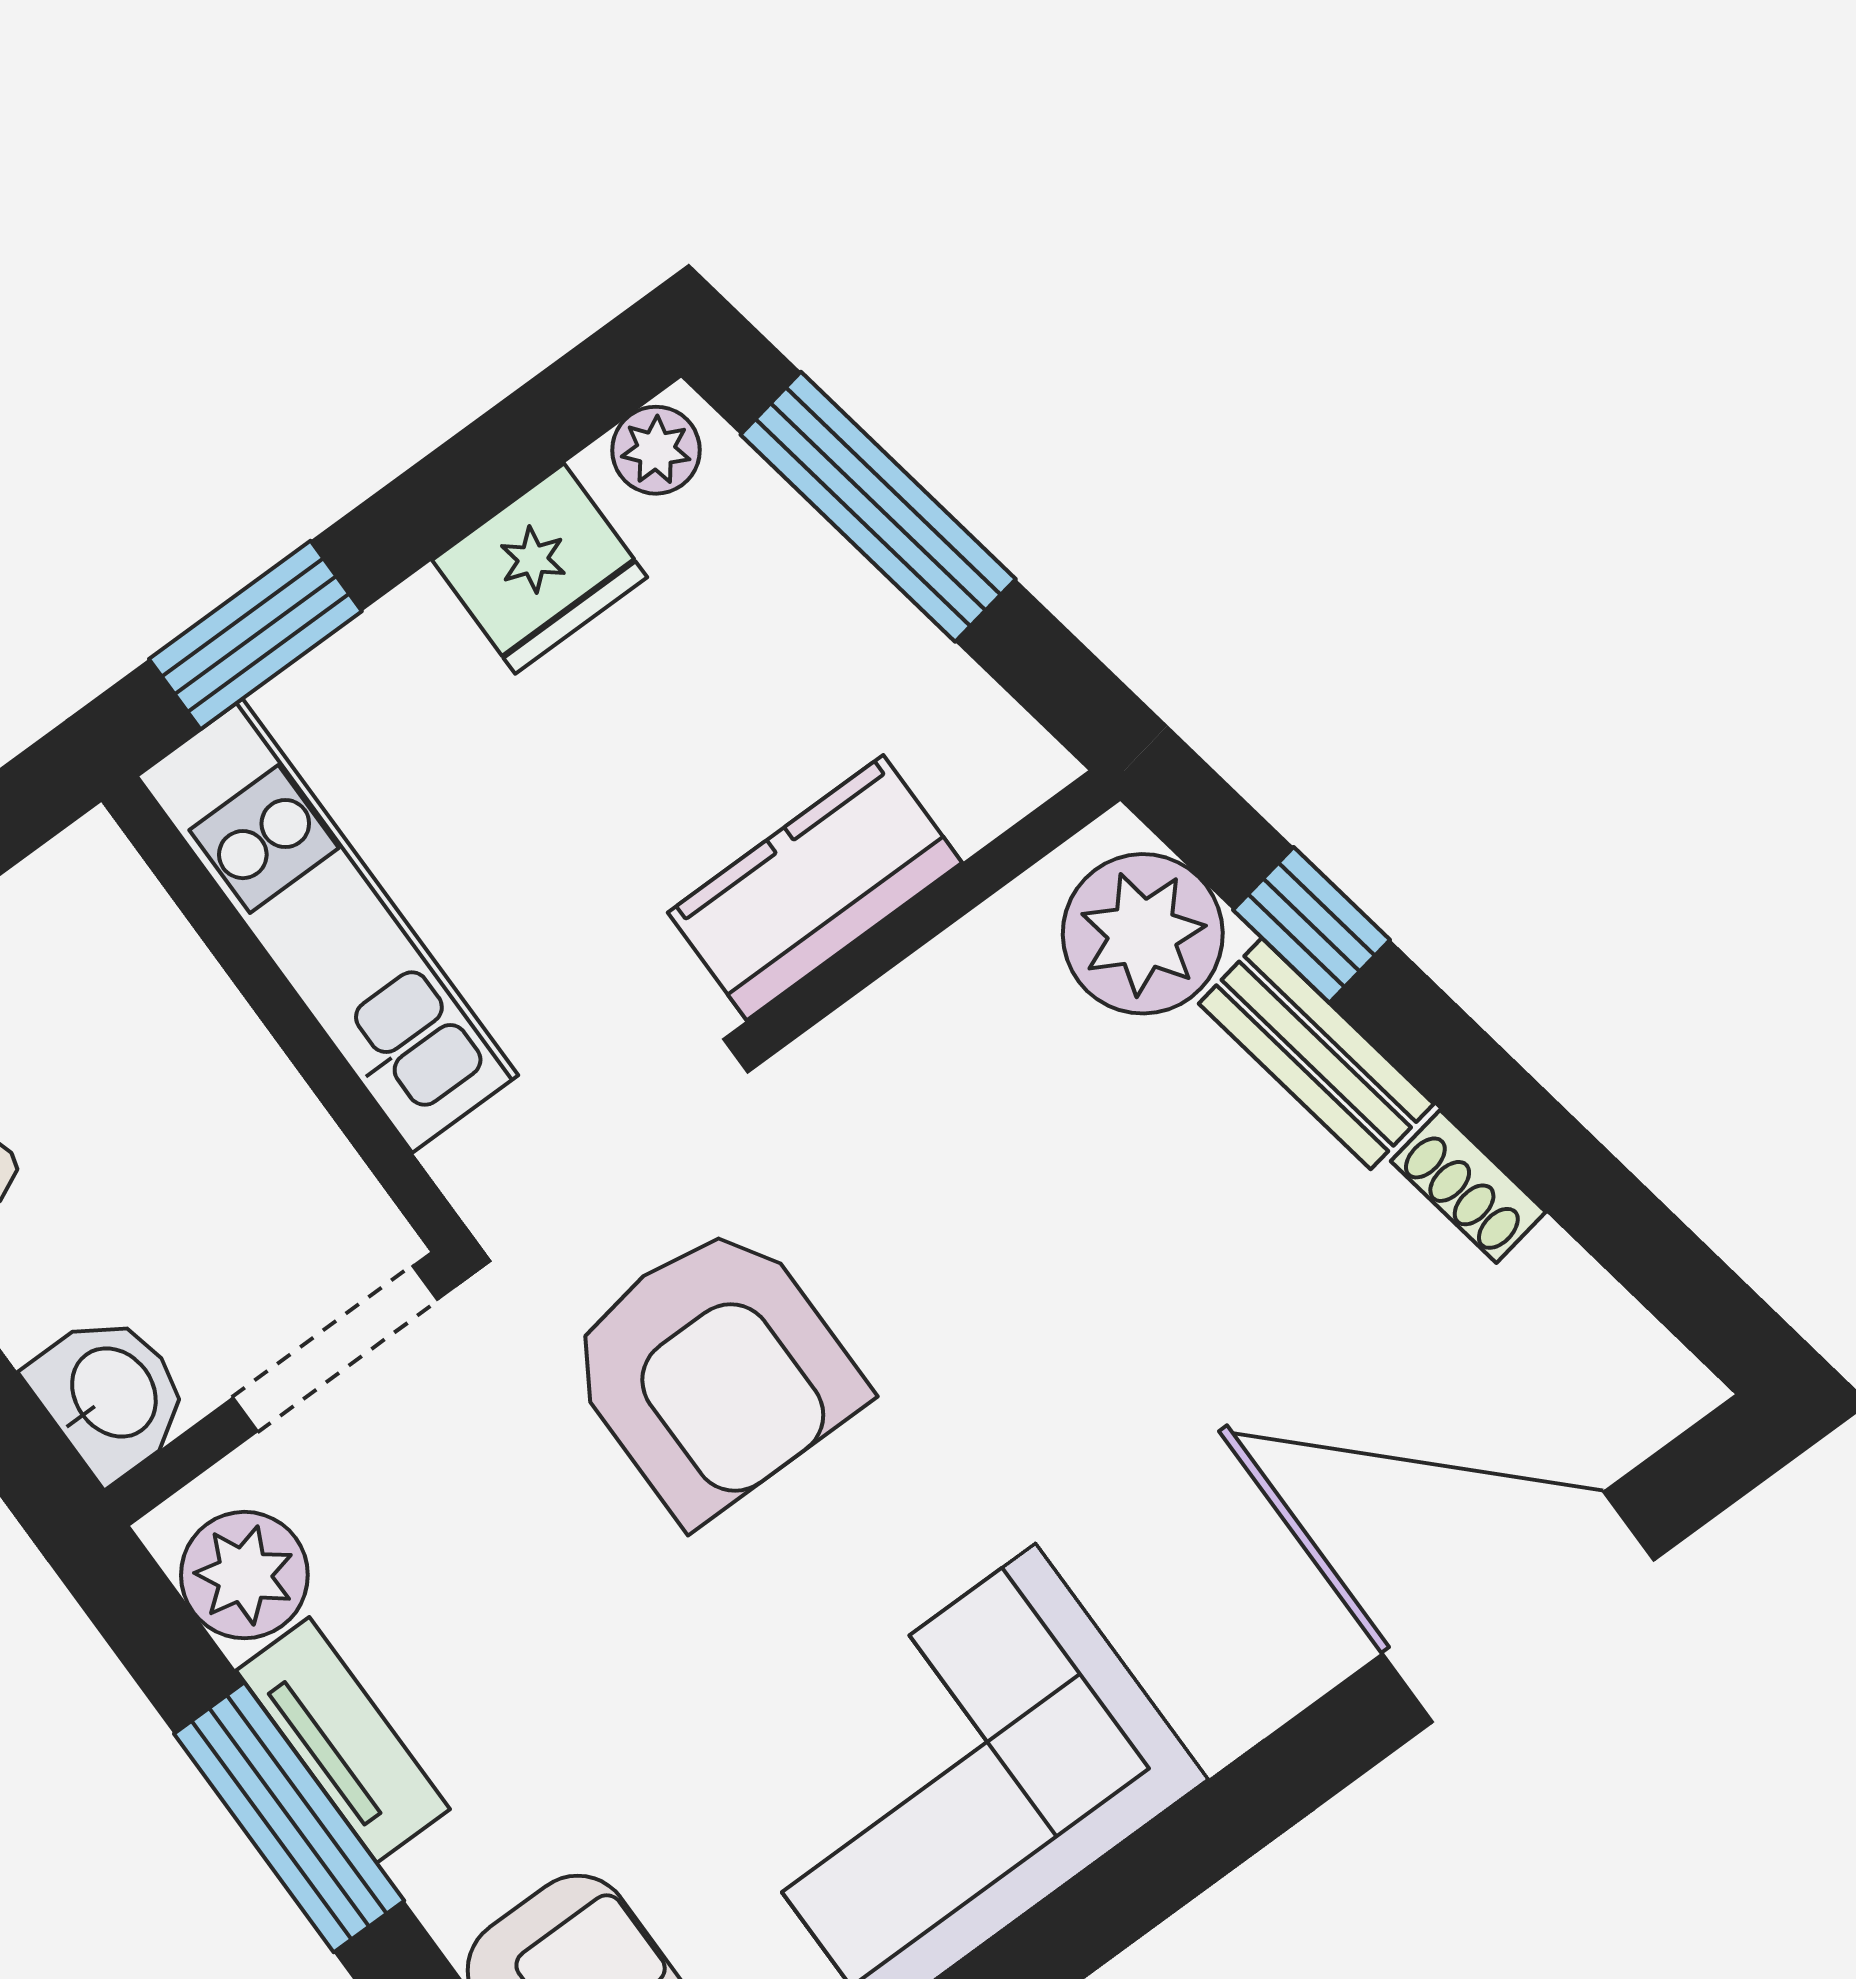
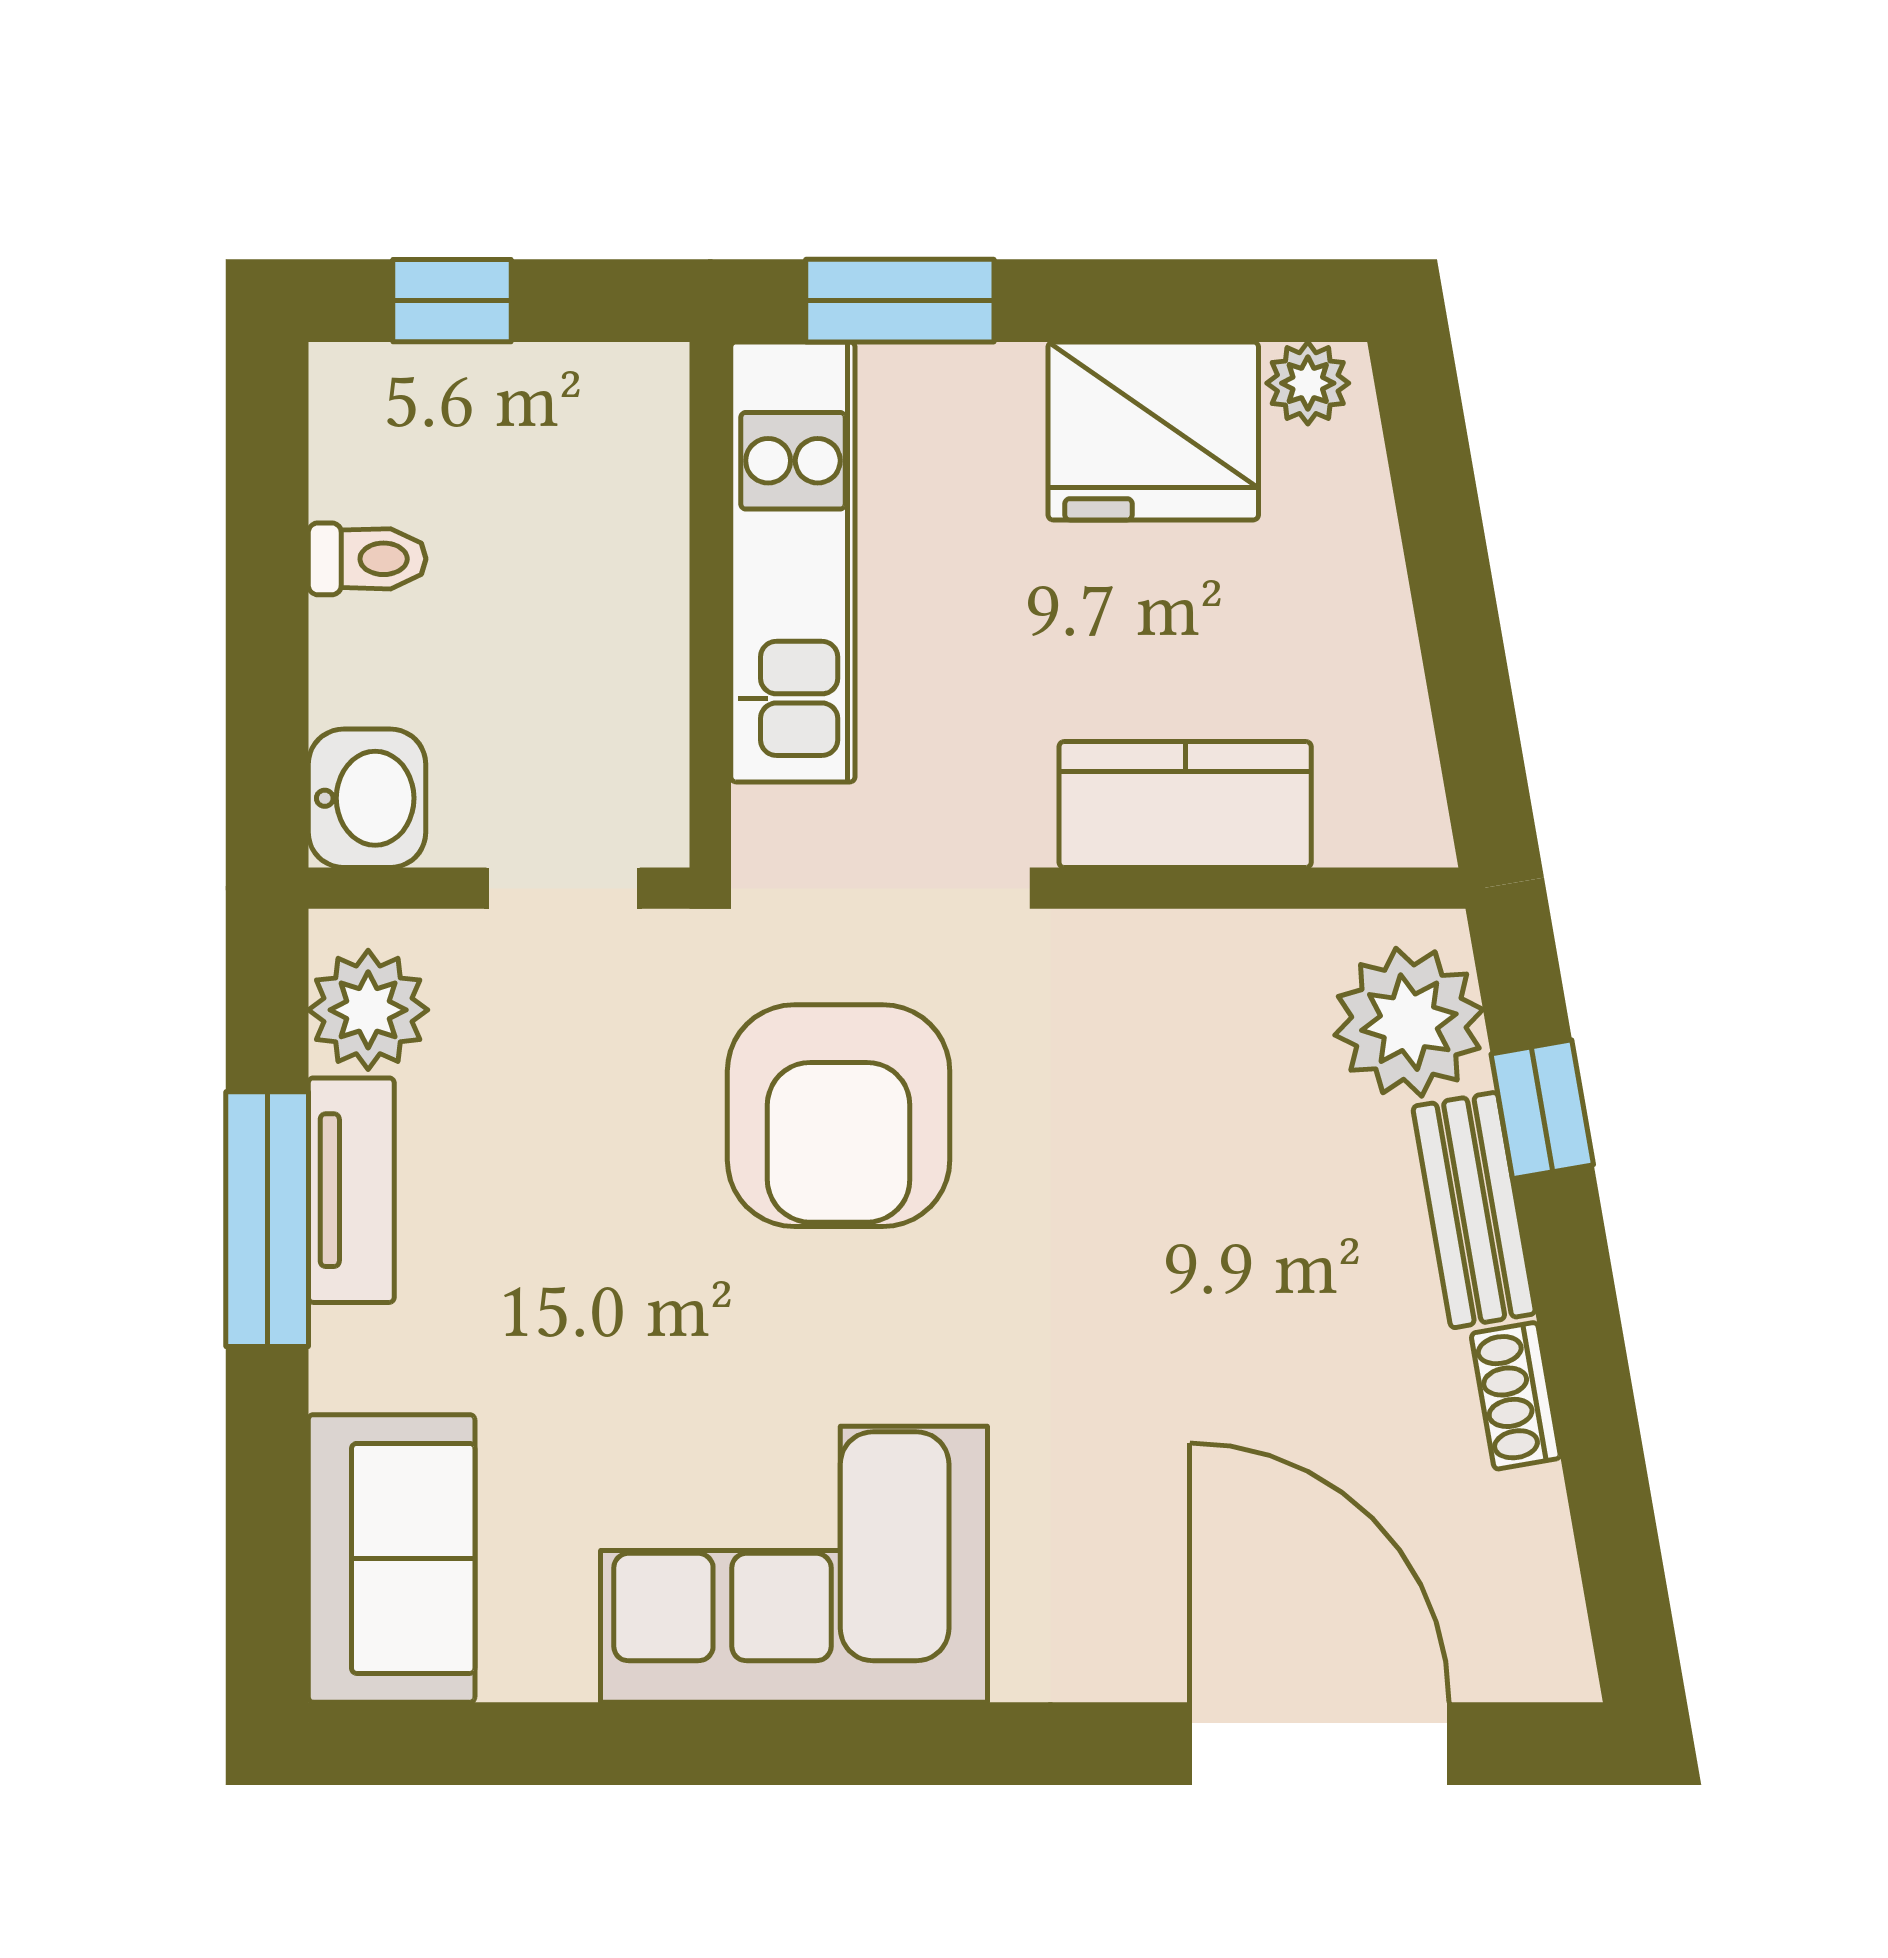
window: (878, 507) -> (1445, 550), removed
fridge: (540, 569) -> (1153, 431), width x1.36, depth x1.34
doorway: (335, 1349) -> (563, 888), width x0.73

